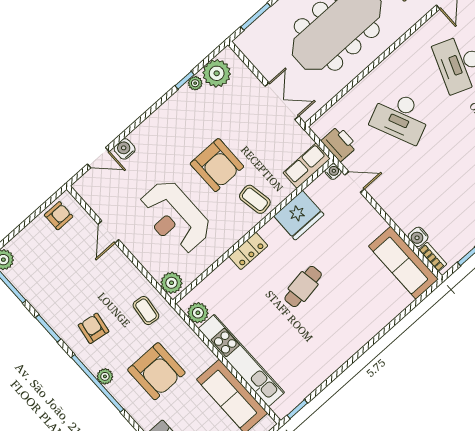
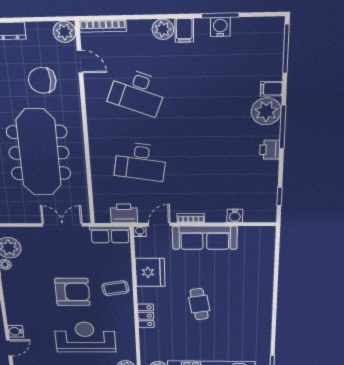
desk: (401, 117) -> (141, 162), turned 33
row of seats: (307, 166) -> (110, 235), moved, turned -90
reception desk: (174, 217) -> (85, 337), turned 180
bookcase: (433, 257) -> (191, 218), moved
sofa: (403, 263) -> (205, 238), moved

